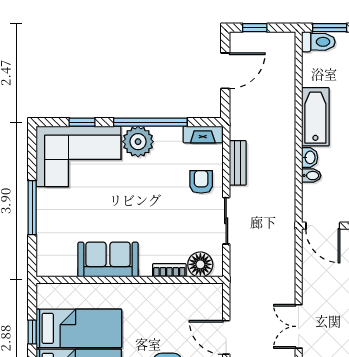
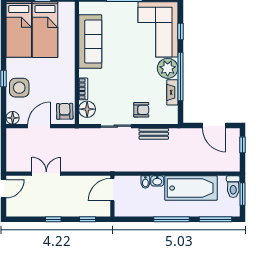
bathtub: (315, 117) -> (191, 188), width x1.36, depth x1.36
fireplace: (203, 135) -> (172, 92), moved
sofa: (108, 260) -> (90, 41), width x1.36
armchair: (204, 298) -> (65, 111), added

